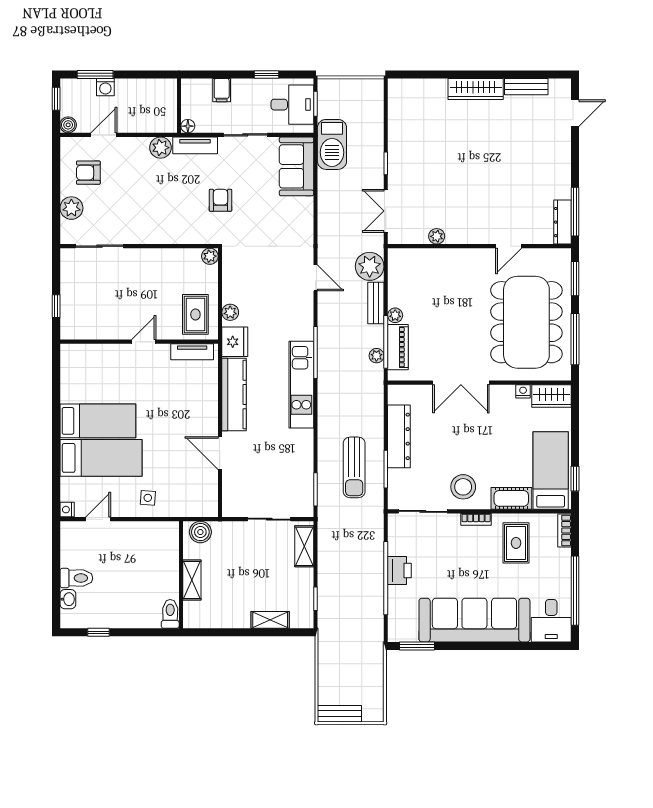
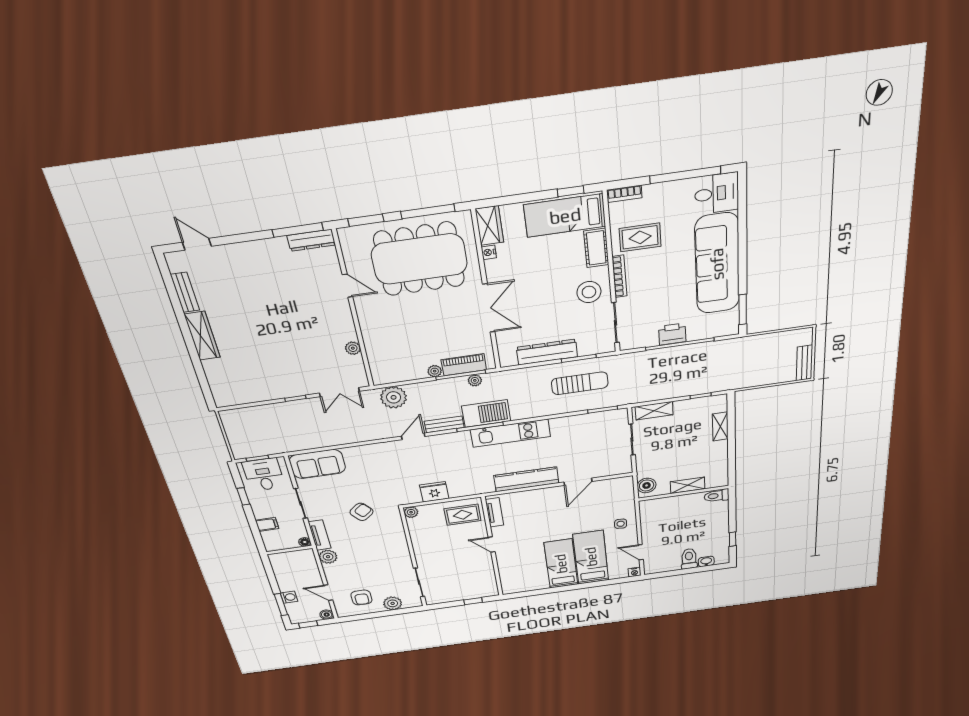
barbecue: (332, 144) -> (486, 414), moved
armchair: (221, 200) -> (361, 512), turned 140
bench: (376, 303) -> (444, 424), moved
plant: (230, 312) -> (456, 492), removed
fridge: (235, 342) -> (434, 492), moved
bookcase: (476, 519) -> (619, 276), width x1.56

